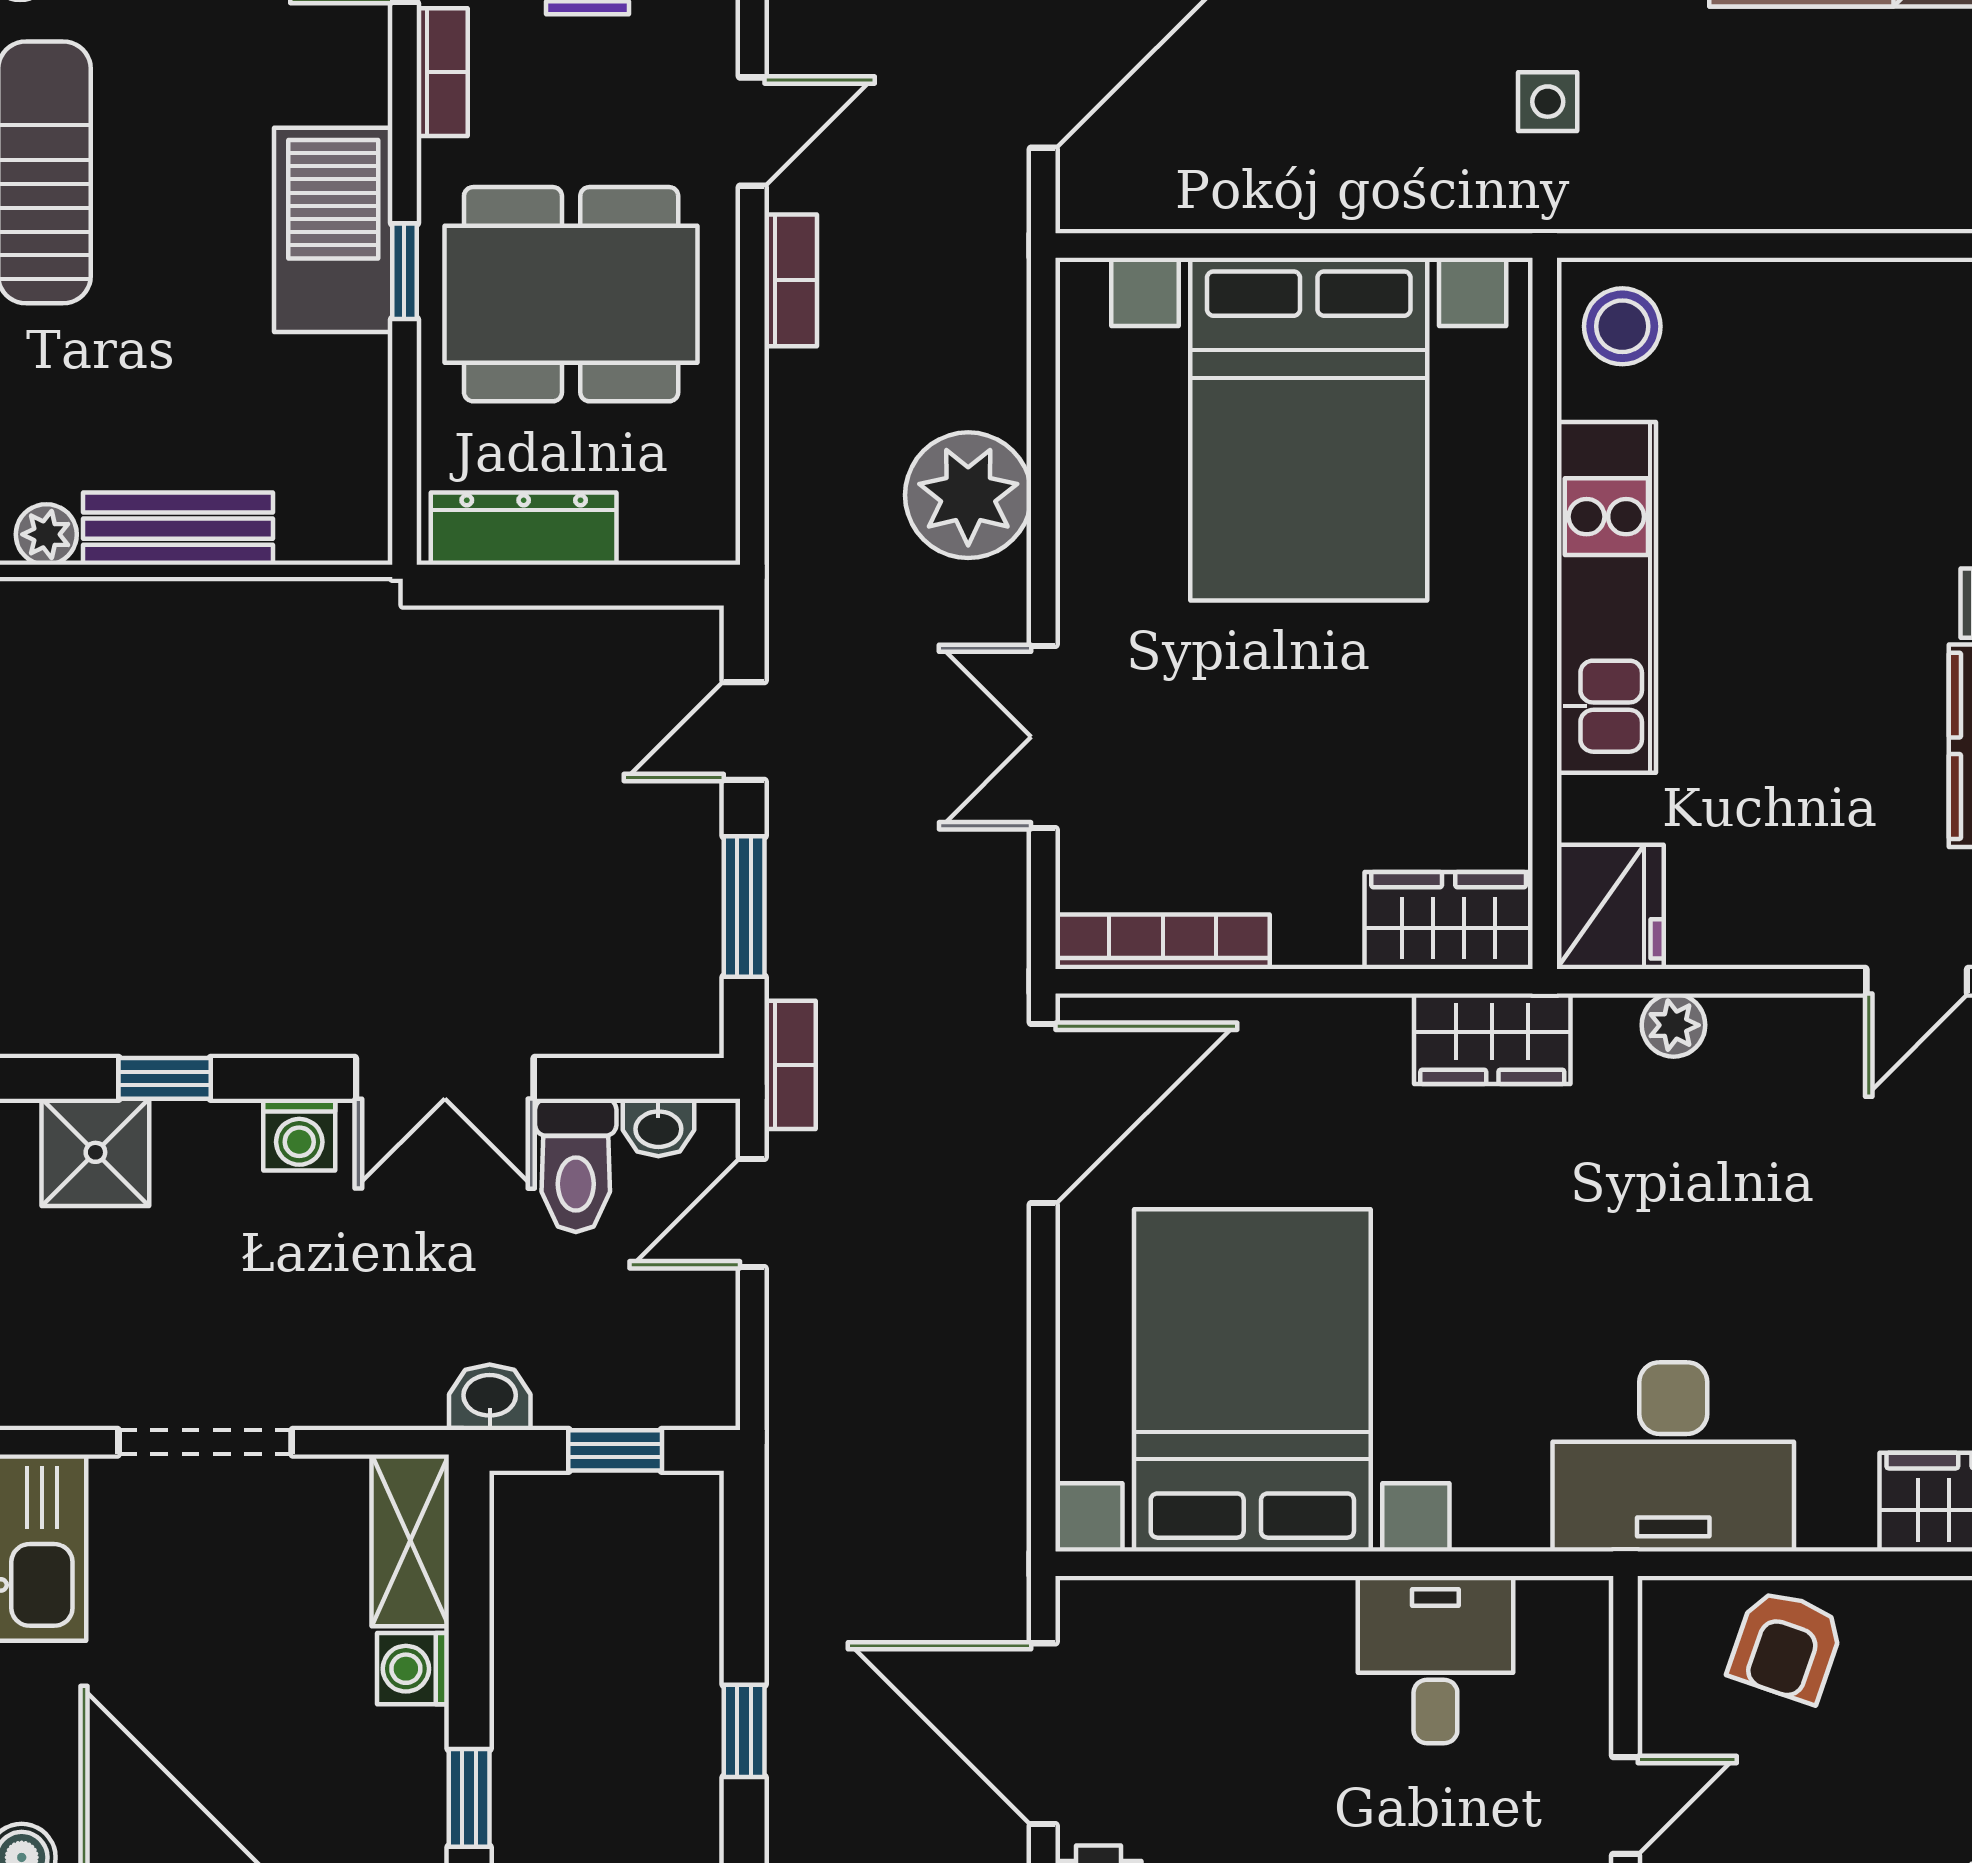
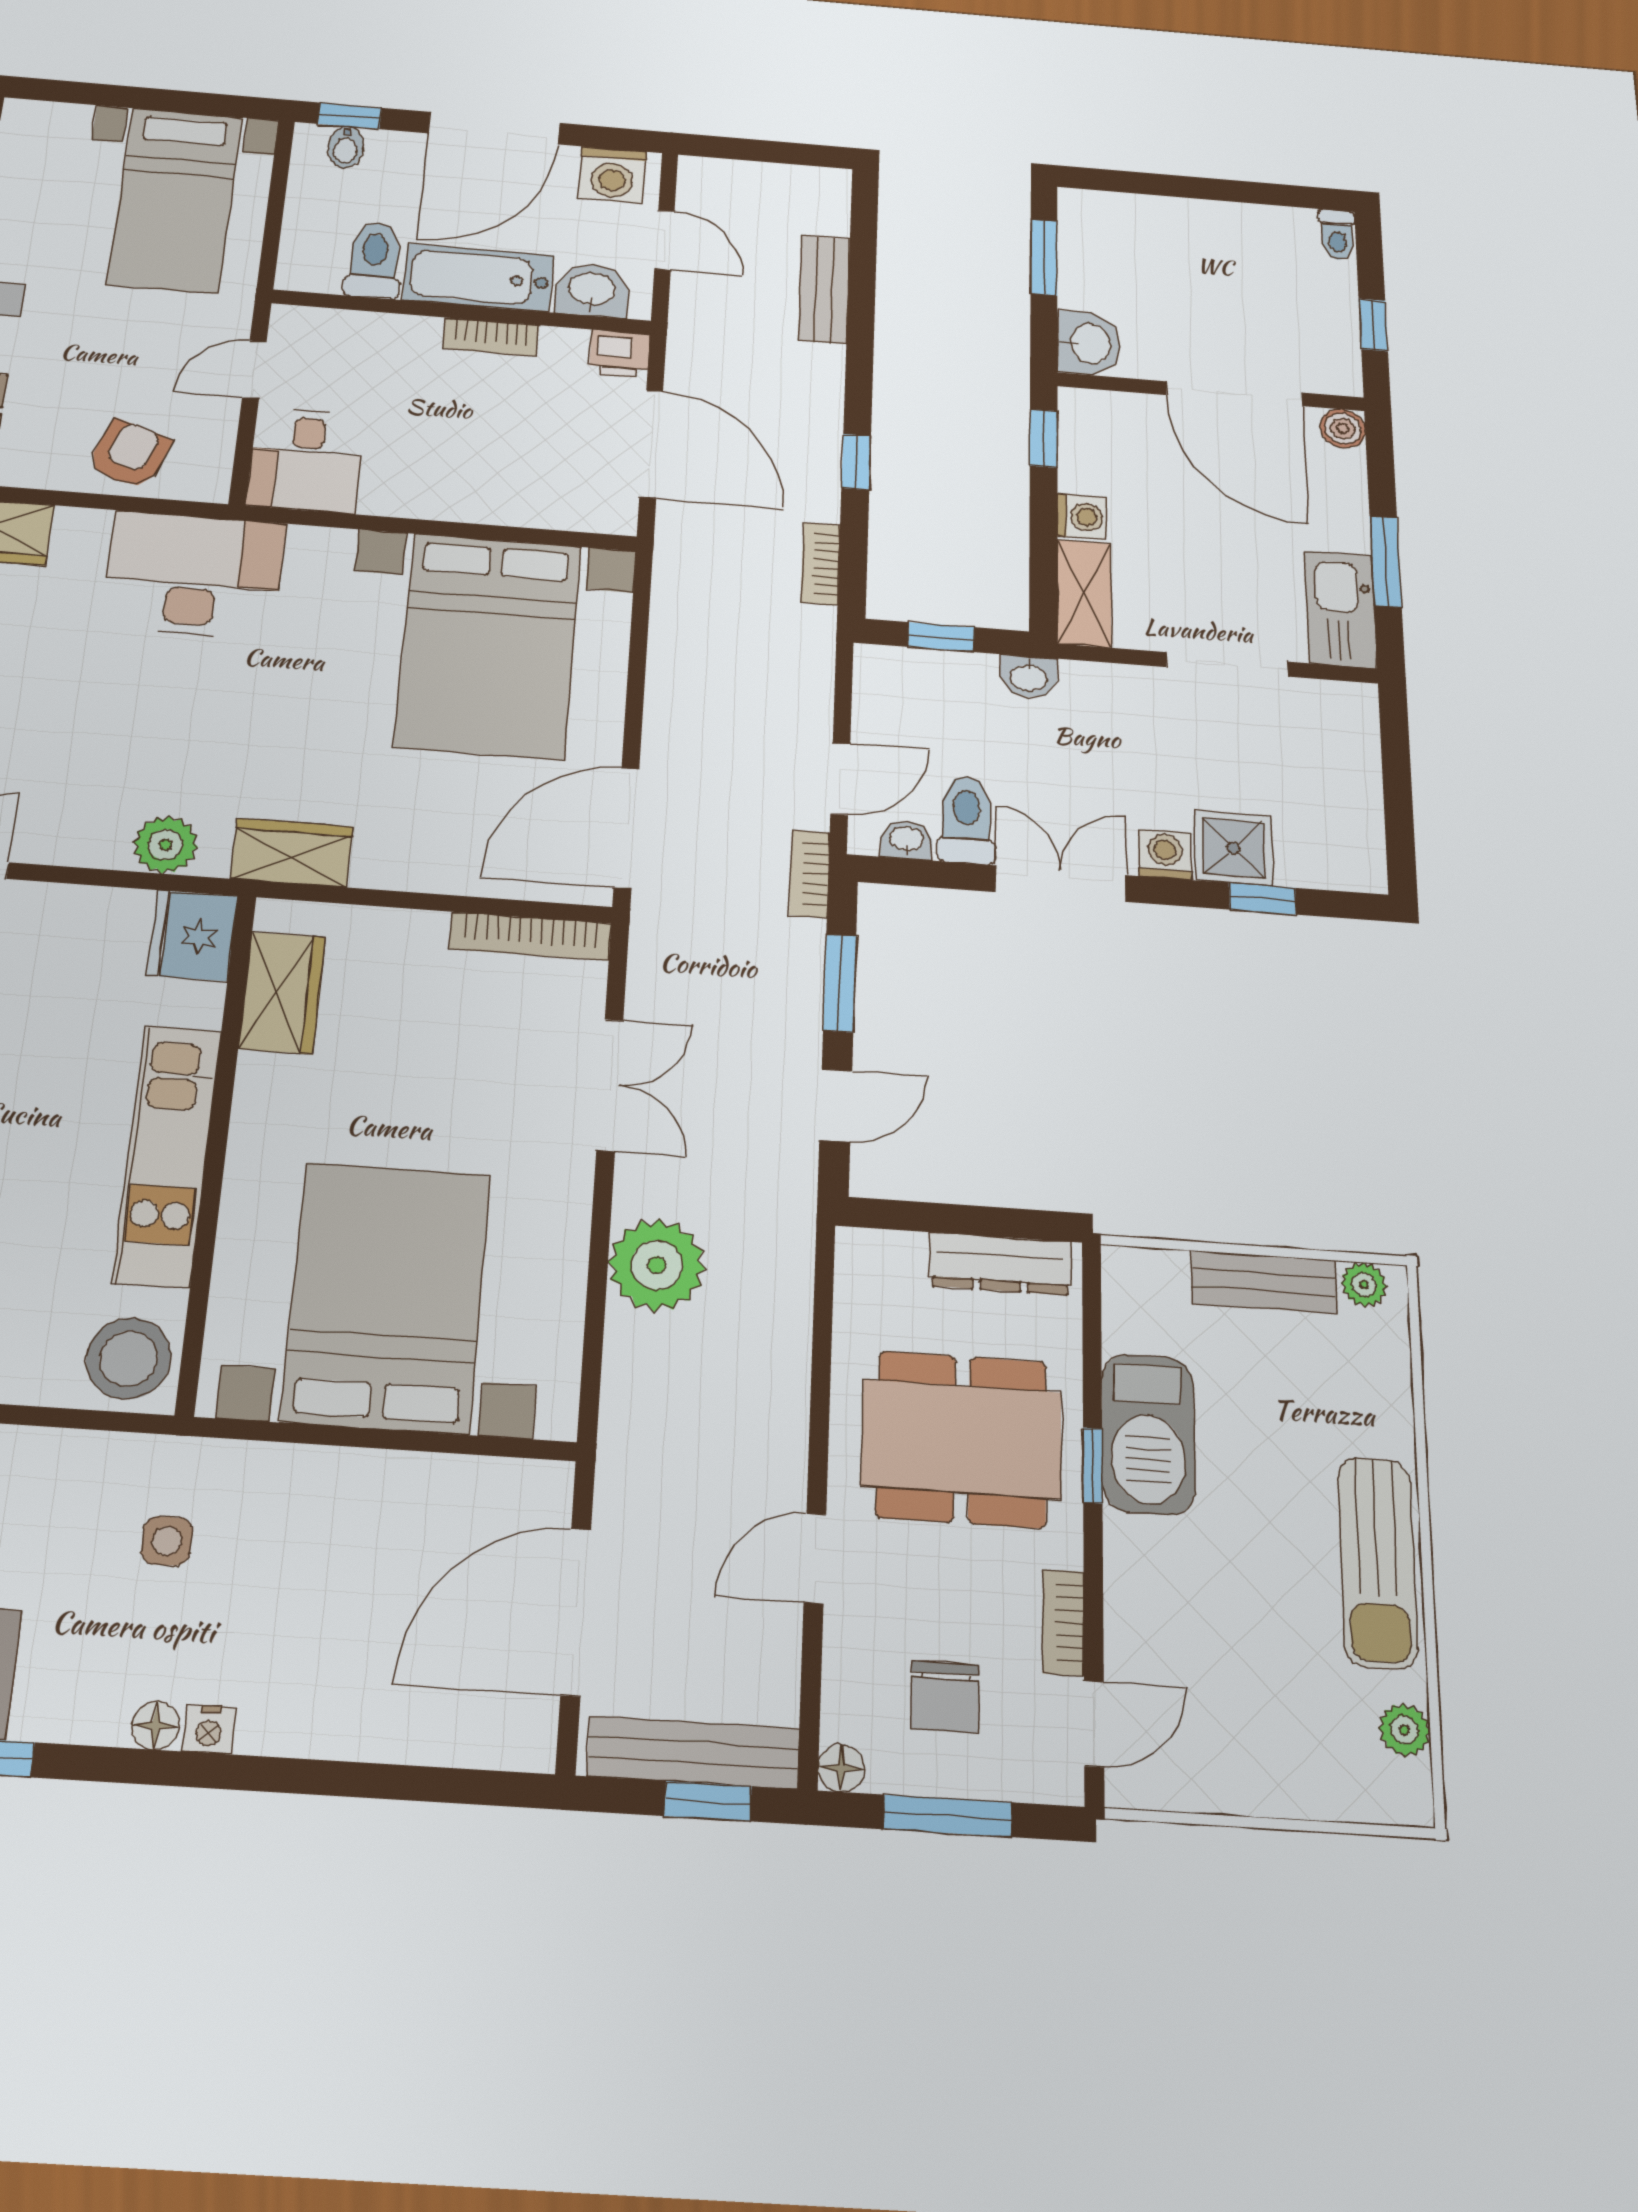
barbecue: (333, 230) -> (1148, 1434), moved
bookcase: (791, 280) -> (821, 564), moved
stool: (1622, 326) -> (129, 1358), width x1.38, depth x1.38
wardrobe: (1449, 921) -> (282, 993), moved, turned -90
plant: (1673, 1025) -> (166, 845), width x1.38, depth x1.38
shower: (95, 1152) -> (1233, 848), moved
desk: (1435, 1660) -> (306, 460), moved

